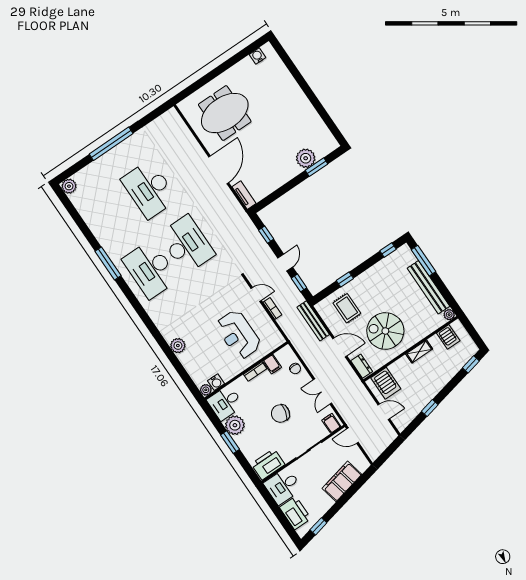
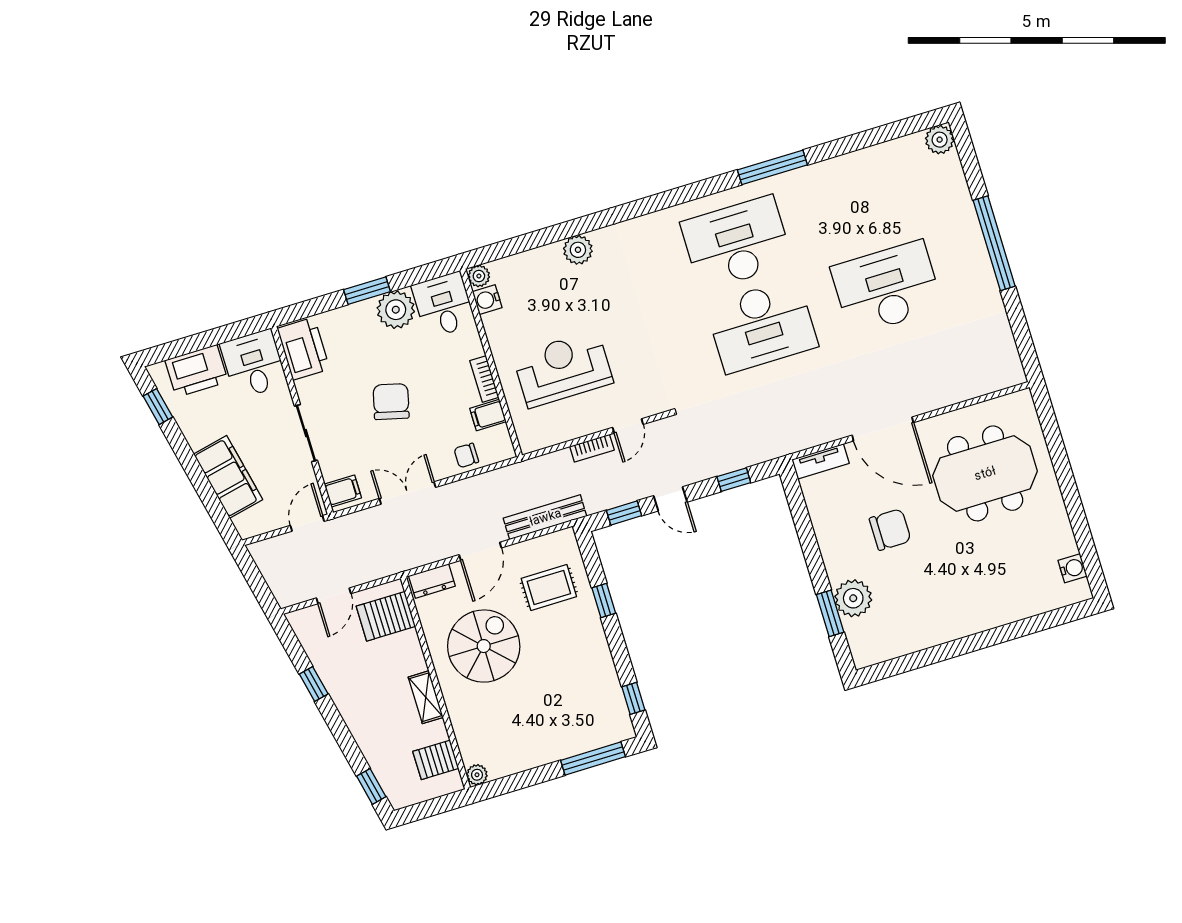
meeting table: (225, 113) -> (985, 473), turned 90
chair: (267, 151) -> (890, 530), added
bench: (428, 287) -> (540, 752), removed

